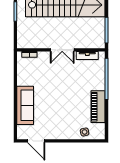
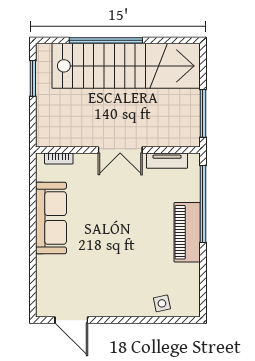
sofa: (25, 105) -> (51, 218), moved
piano: (98, 107) -> (187, 232), moved

